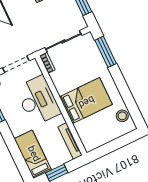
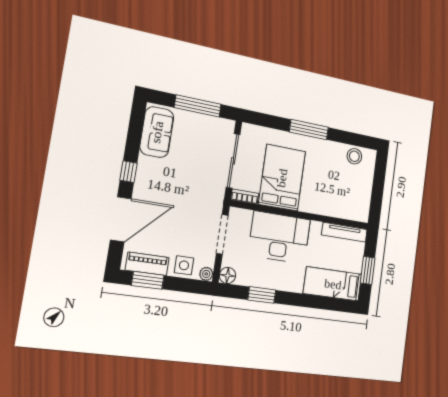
window: (106, 52) -> (309, 130), moved
bed: (86, 101) -> (282, 178), moved

